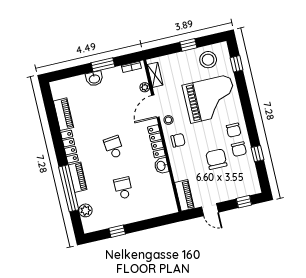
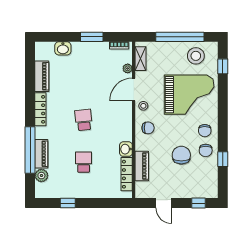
window: (188, 45) -> (180, 37), width x3.17
washbasin: (94, 79) -> (63, 48), moved
locker: (156, 141) -> (127, 174), moved
piano: (78, 177) -> (41, 154), moved
piano: (184, 195) -> (142, 166), moved

